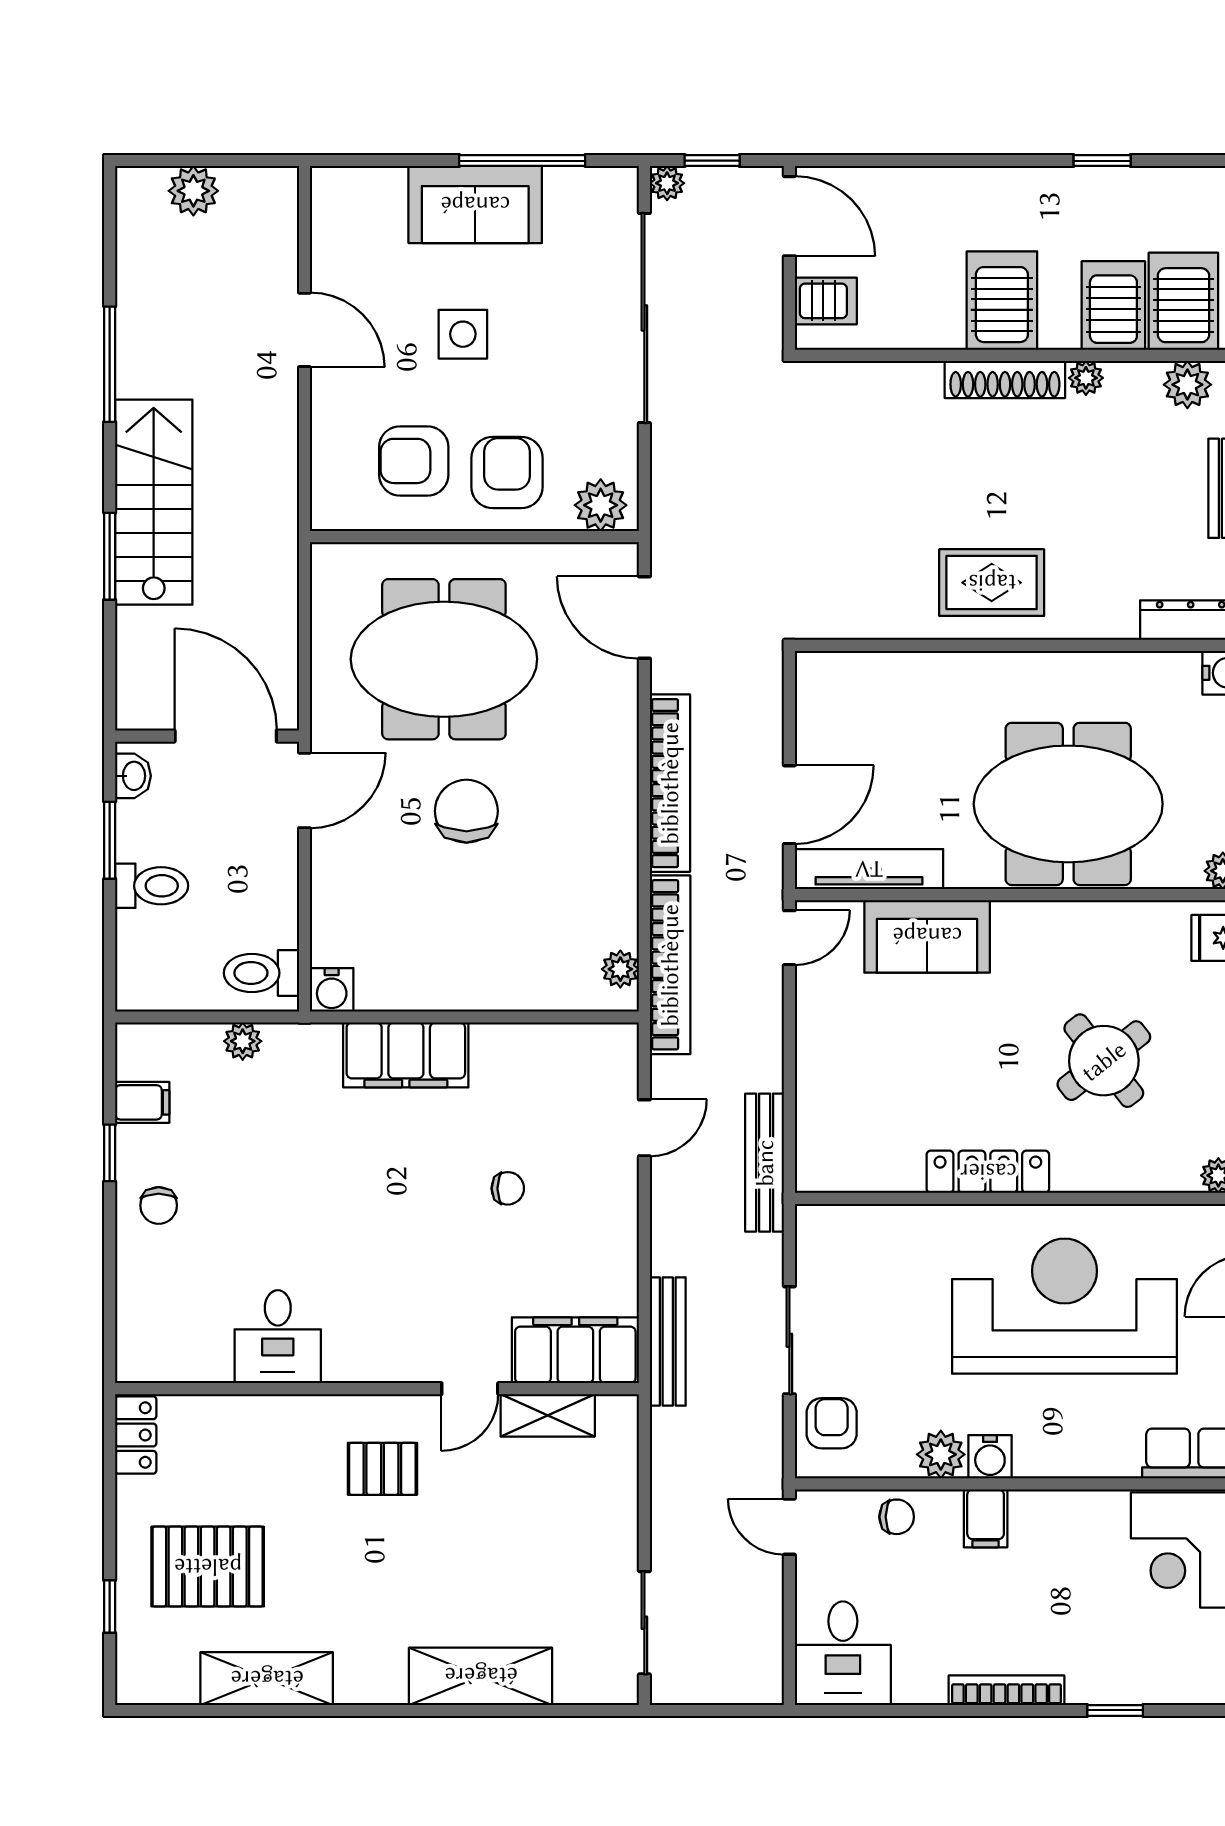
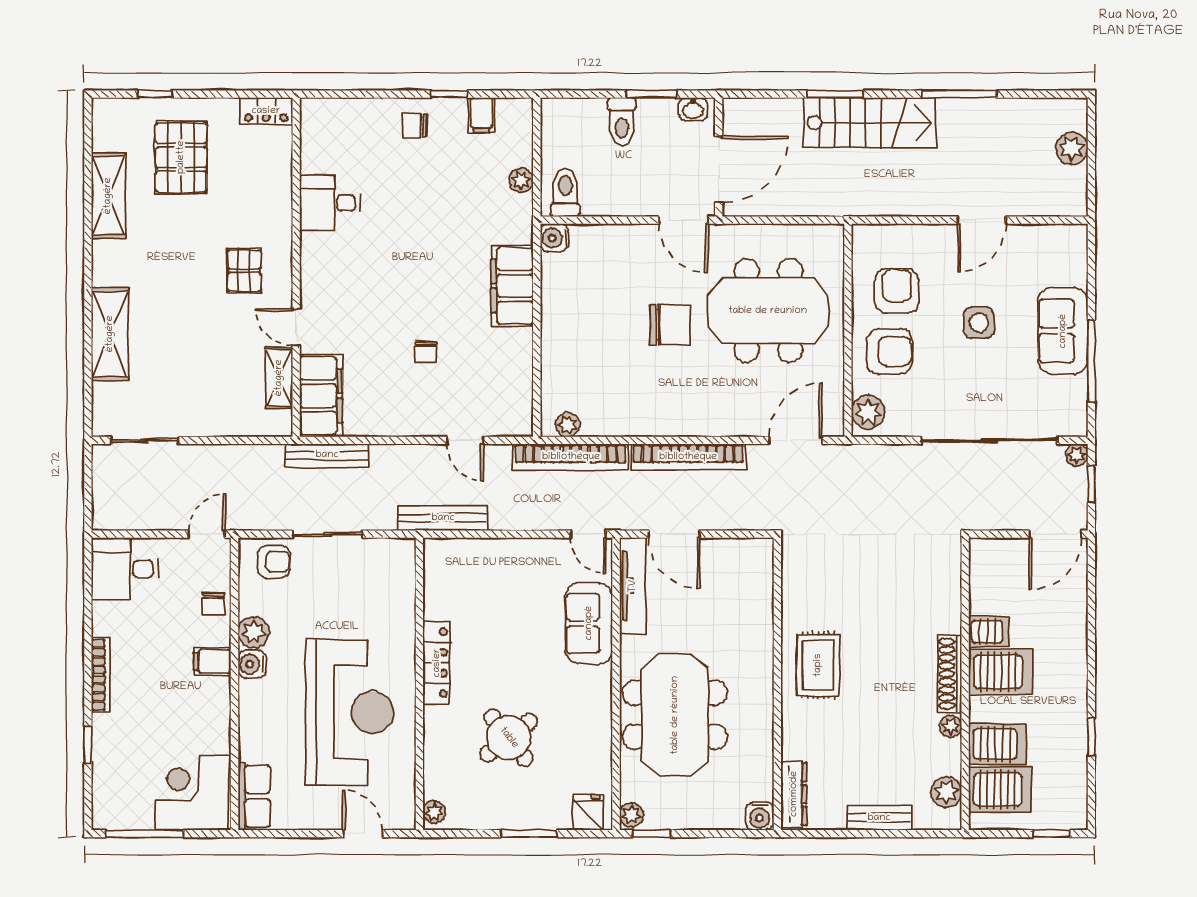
server rack: (826, 301) -> (989, 632), moved, turned -90
meeting table: (444, 659) -> (768, 311), turned 90

